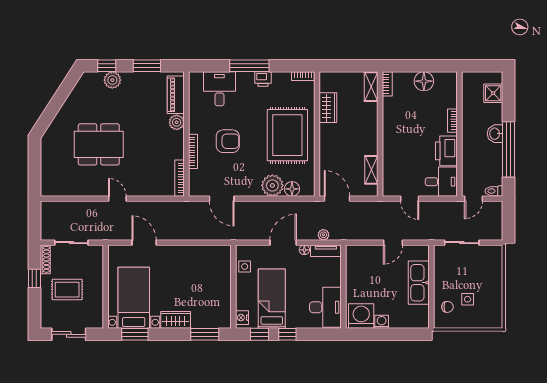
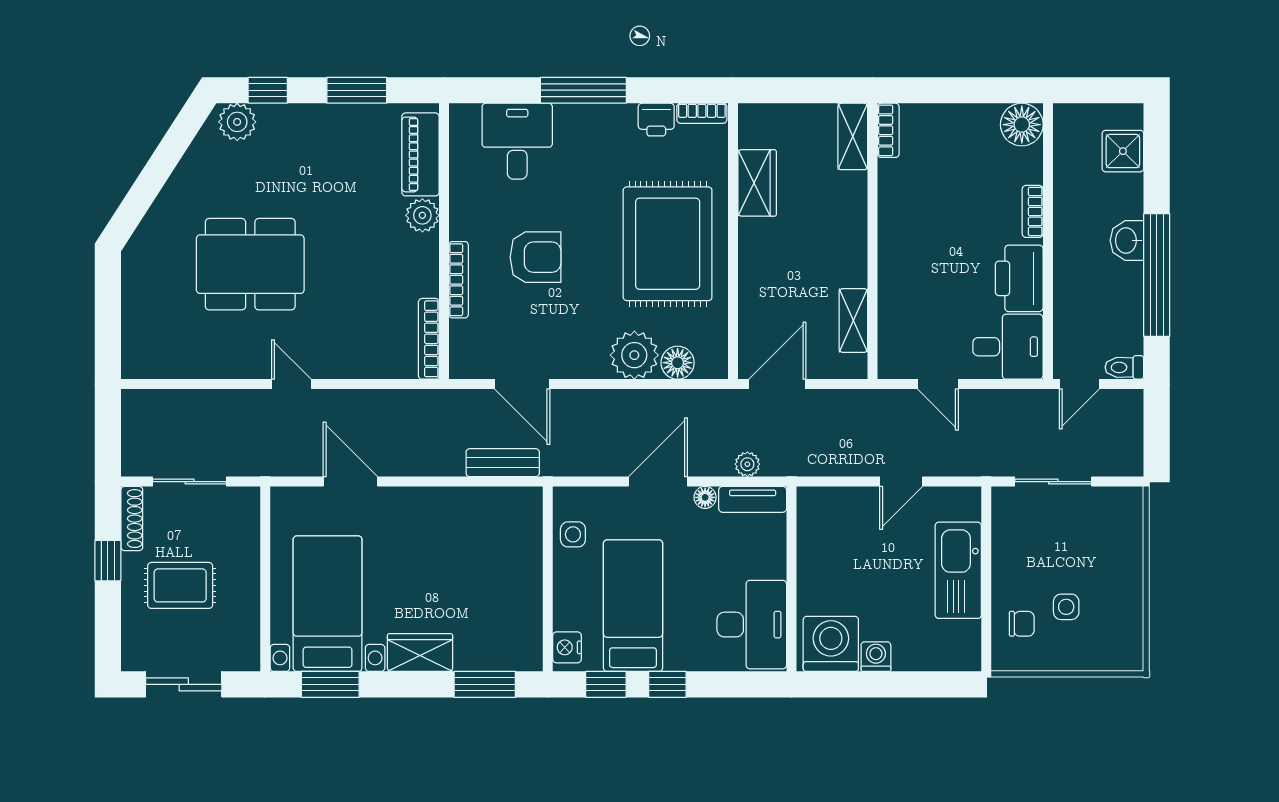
printer: (263, 79) -> (656, 120), moved
plant: (112, 80) -> (237, 122), moved
floor lamp: (424, 81) -> (1022, 125), moved
door: (337, 199) -> (777, 384), hinge flipped
bench: (213, 234) -> (503, 463), added

